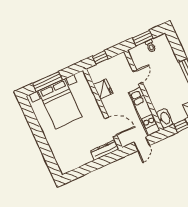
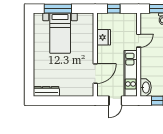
bed with nightstands: (60, 104) -> (60, 33), width x0.73
door: (111, 127) -> (95, 74), hinge flipped
dresser: (105, 150) -> (46, 91), moved

